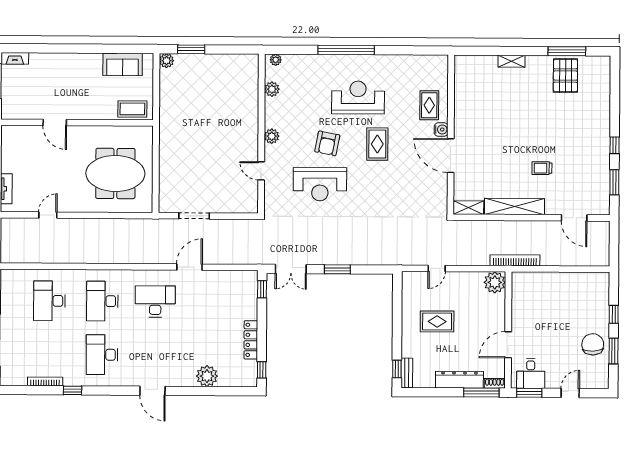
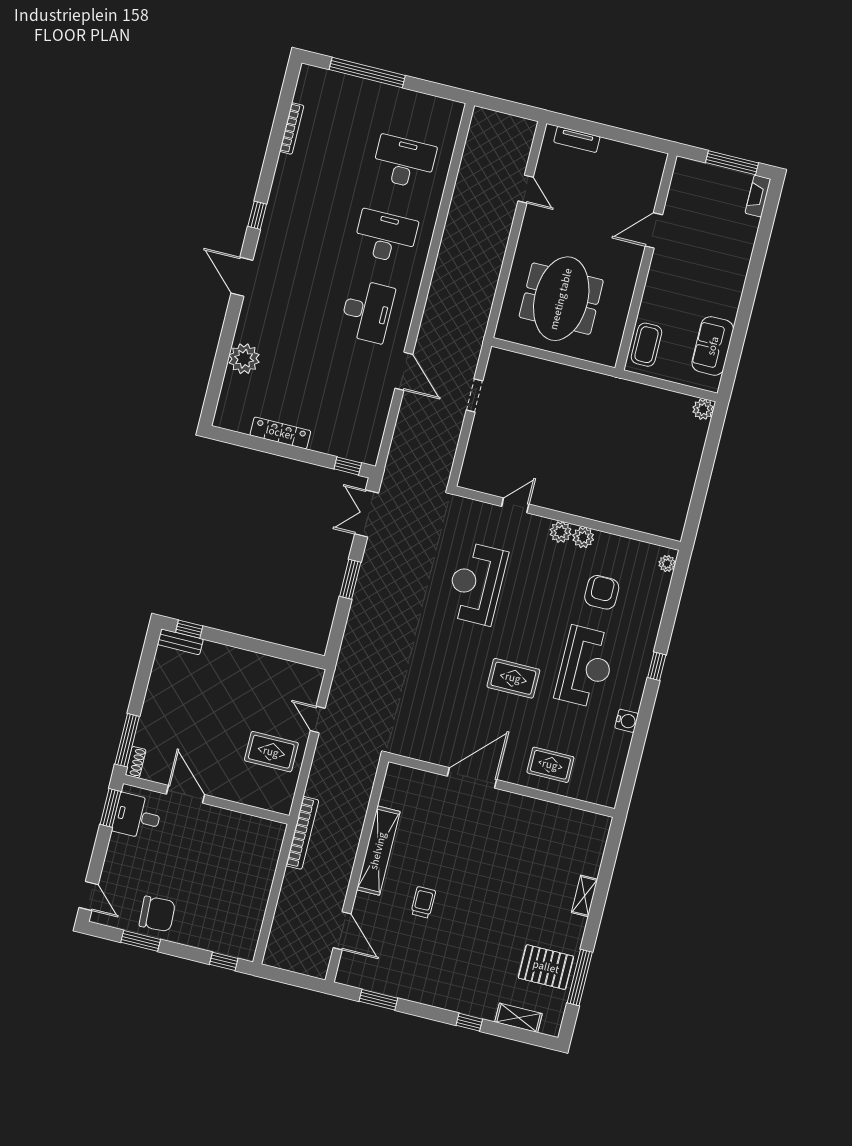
window: (191, 49) -> (711, 448), removed
window: (346, 50) -> (657, 666), width x0.32
plant: (272, 89) -> (583, 537), moved
water cooler: (441, 129) -> (627, 721), moved, turned -90
armchair: (327, 143) -> (602, 592), moved, turned 79
window: (615, 145) -> (469, 1022), moved
shelving: (468, 208) -> (519, 1018), moved, turned 90
doorway: (194, 216) -> (475, 395), width x0.73
door: (574, 218) -> (342, 931), swing flipped
plant: (495, 282) -> (278, 797), removed
window: (614, 314) -> (224, 961), moved
rug: (437, 321) -> (271, 752), moved, turned 90
desk: (102, 355) -> (310, 218), removed
window: (262, 370) -> (234, 438), removed
dresser: (459, 380) -> (153, 714), removed
window: (72, 390) -> (257, 215), moved
door: (152, 391) -> (242, 277), hinge flipped
door: (570, 393) -> (89, 896), moved

